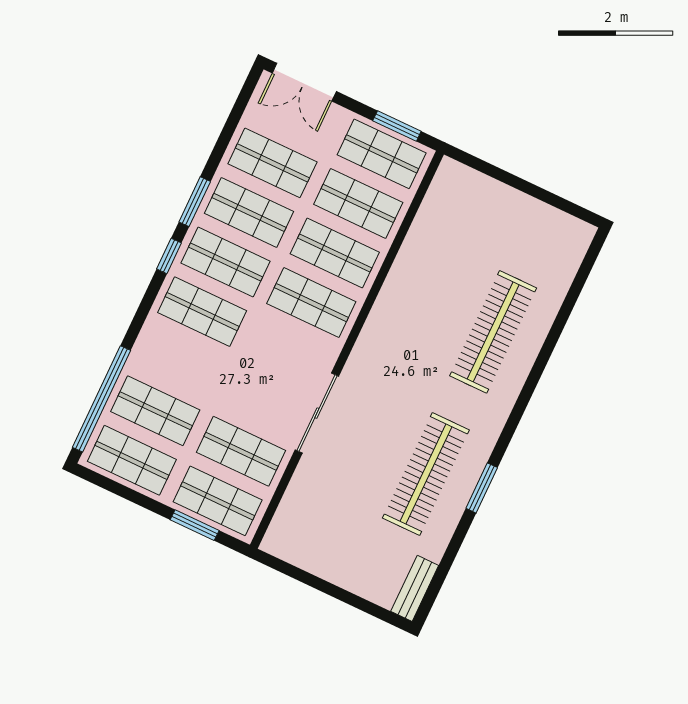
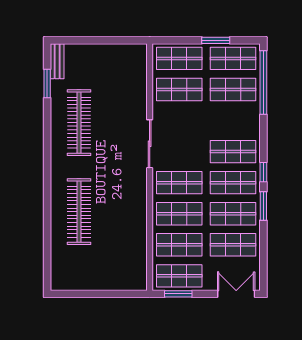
sliding door: (317, 413) -> (150, 144), moved
window: (482, 488) -> (47, 83), moved
window: (195, 525) -> (216, 40), moved

